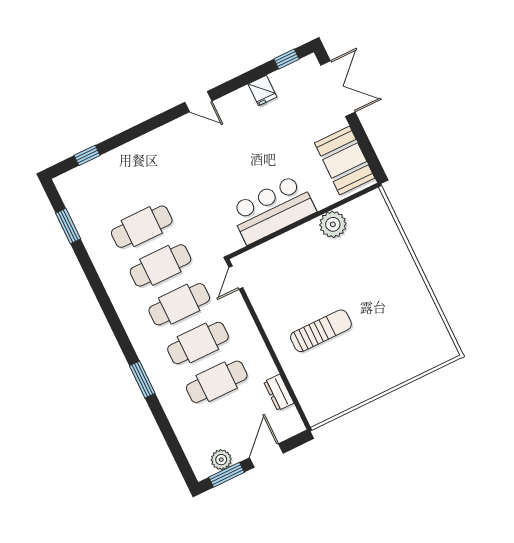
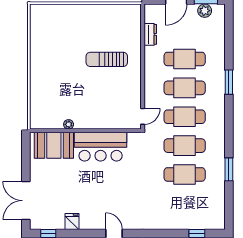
booth: (345, 161) -> (54, 145), moved, turned 90
plant: (333, 224) -> (69, 124), width x0.53, depth x0.53
window: (68, 226) -> (229, 169), moved

